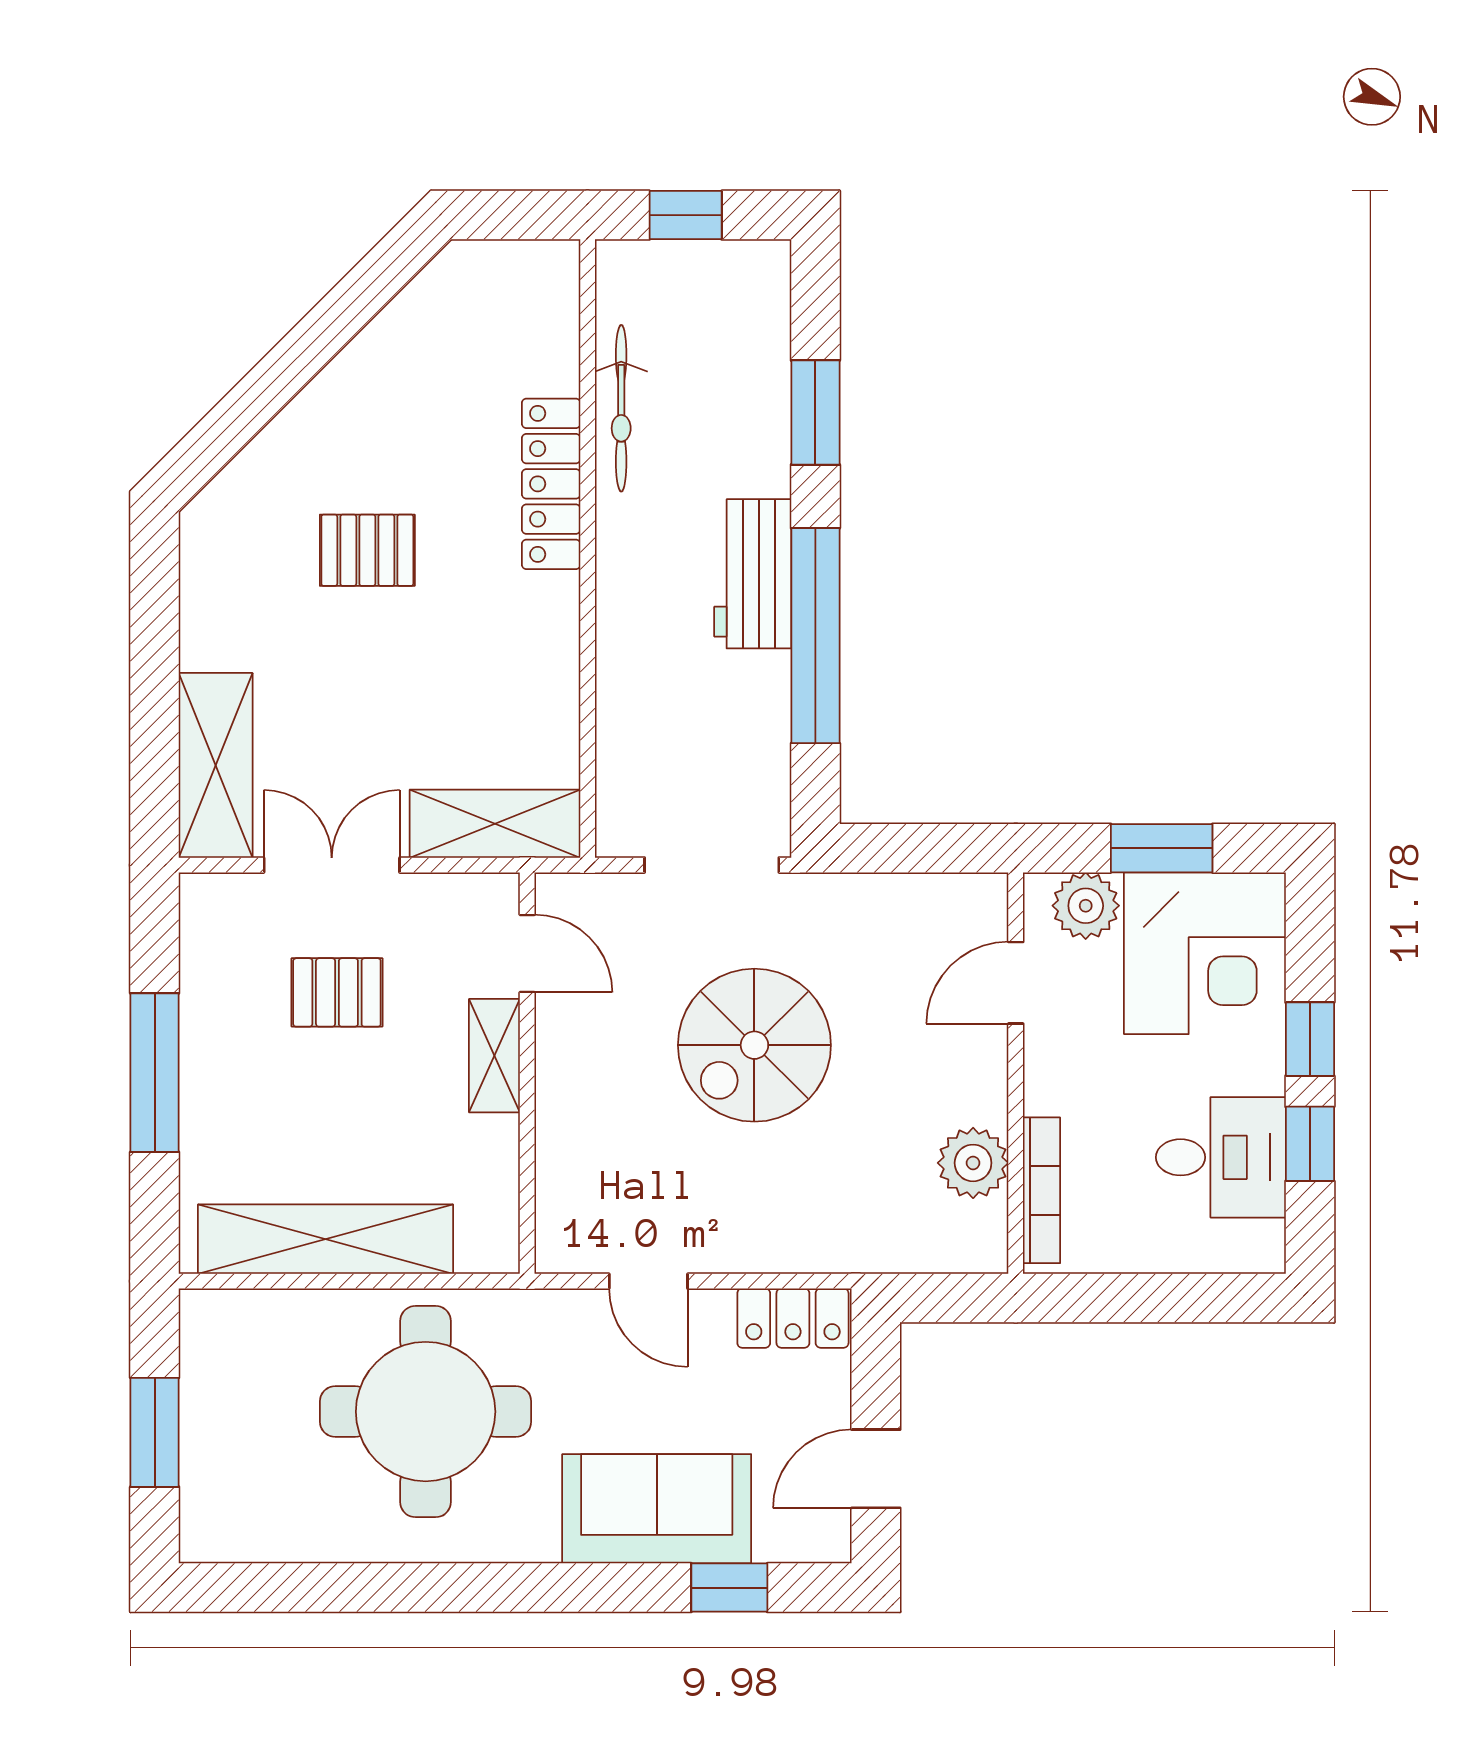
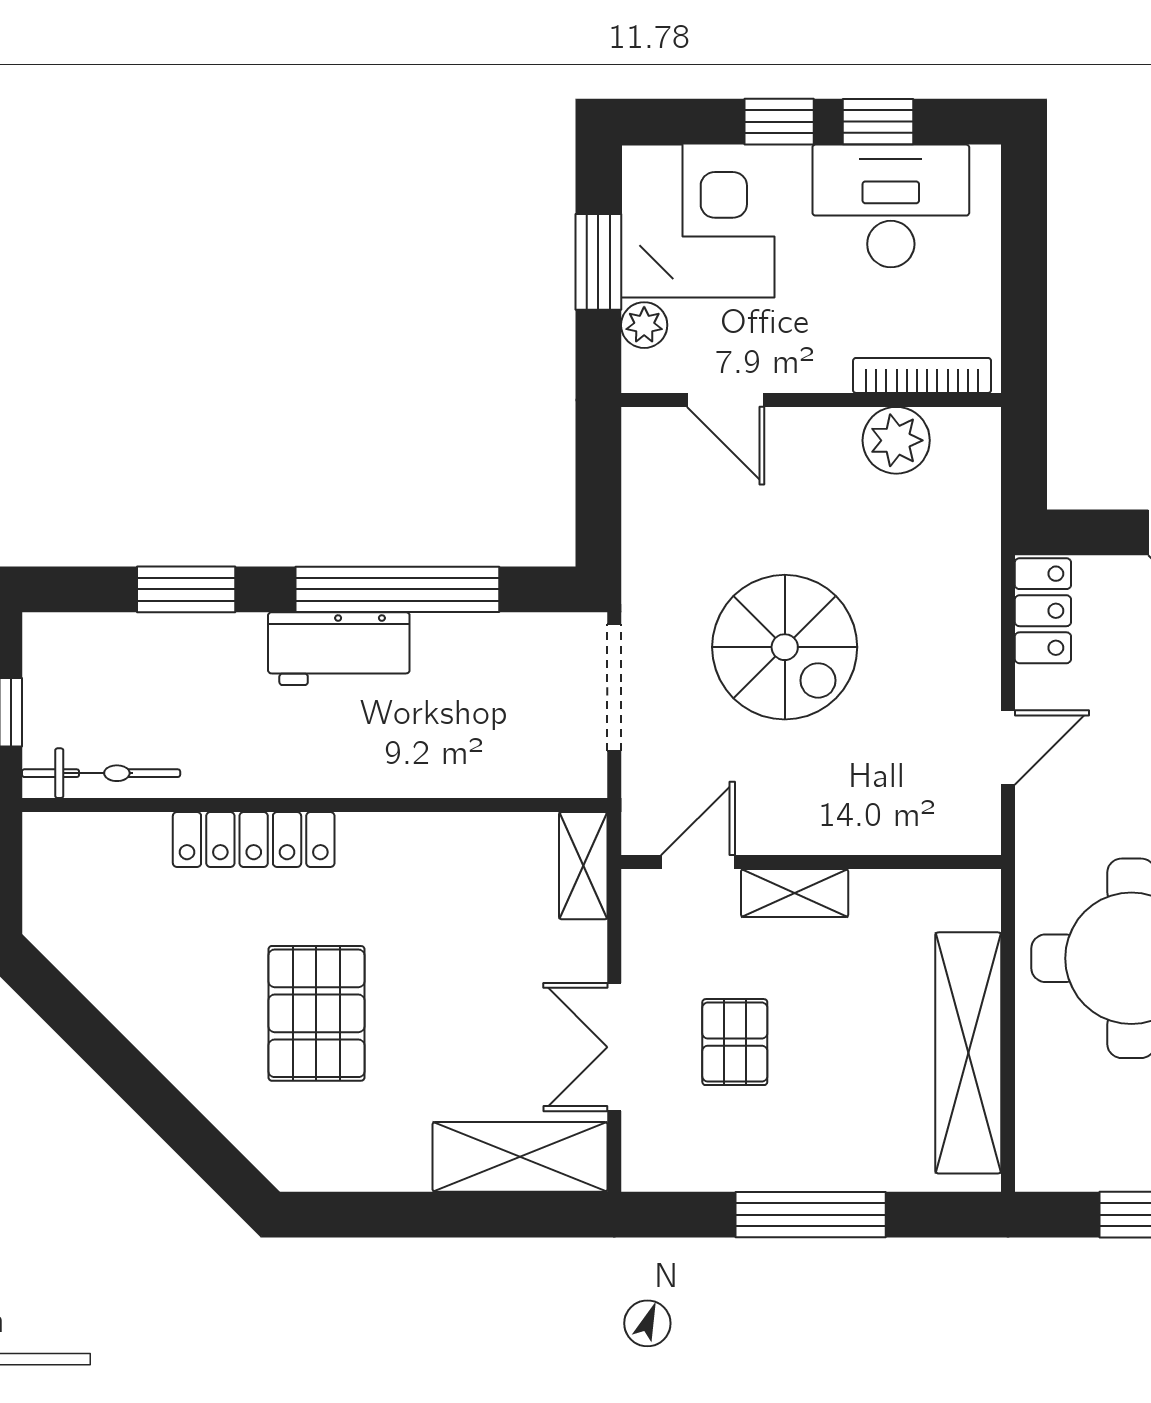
bicycle: (621, 408) -> (101, 773), moved
pallet: (367, 550) -> (316, 1013), width x1.50, depth x1.42
shelving: (495, 824) -> (583, 866), width x0.67, depth x0.75
plant: (1086, 906) -> (644, 325), width x0.73, depth x0.73
desk: (1221, 1157) -> (891, 206), width x1.37

